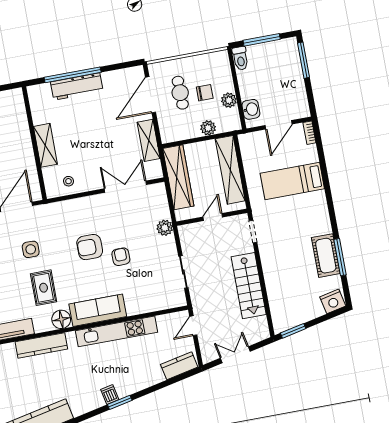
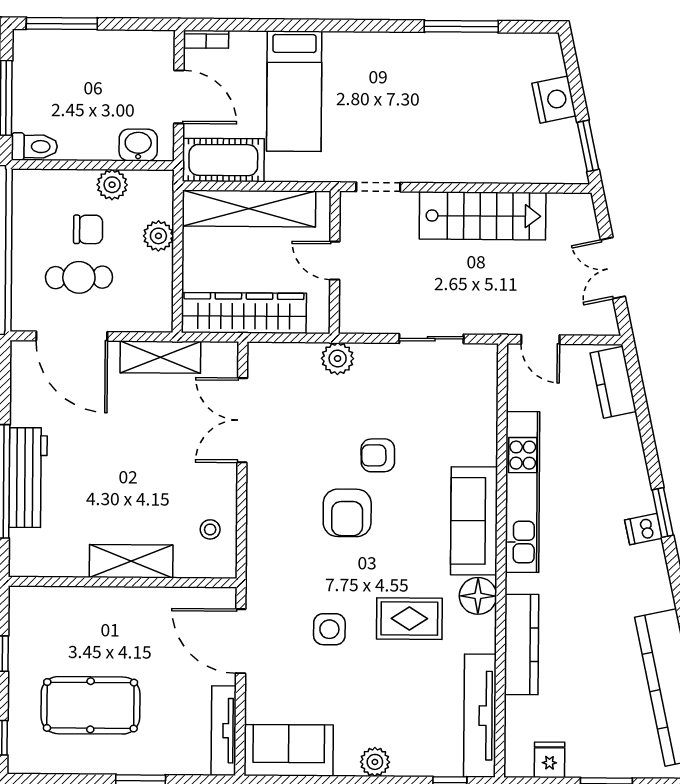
chair: (205, 93) -> (88, 229), turned 90
cot: (326, 256) -> (223, 160), moved
nightstand: (333, 301) -> (554, 100), moved

